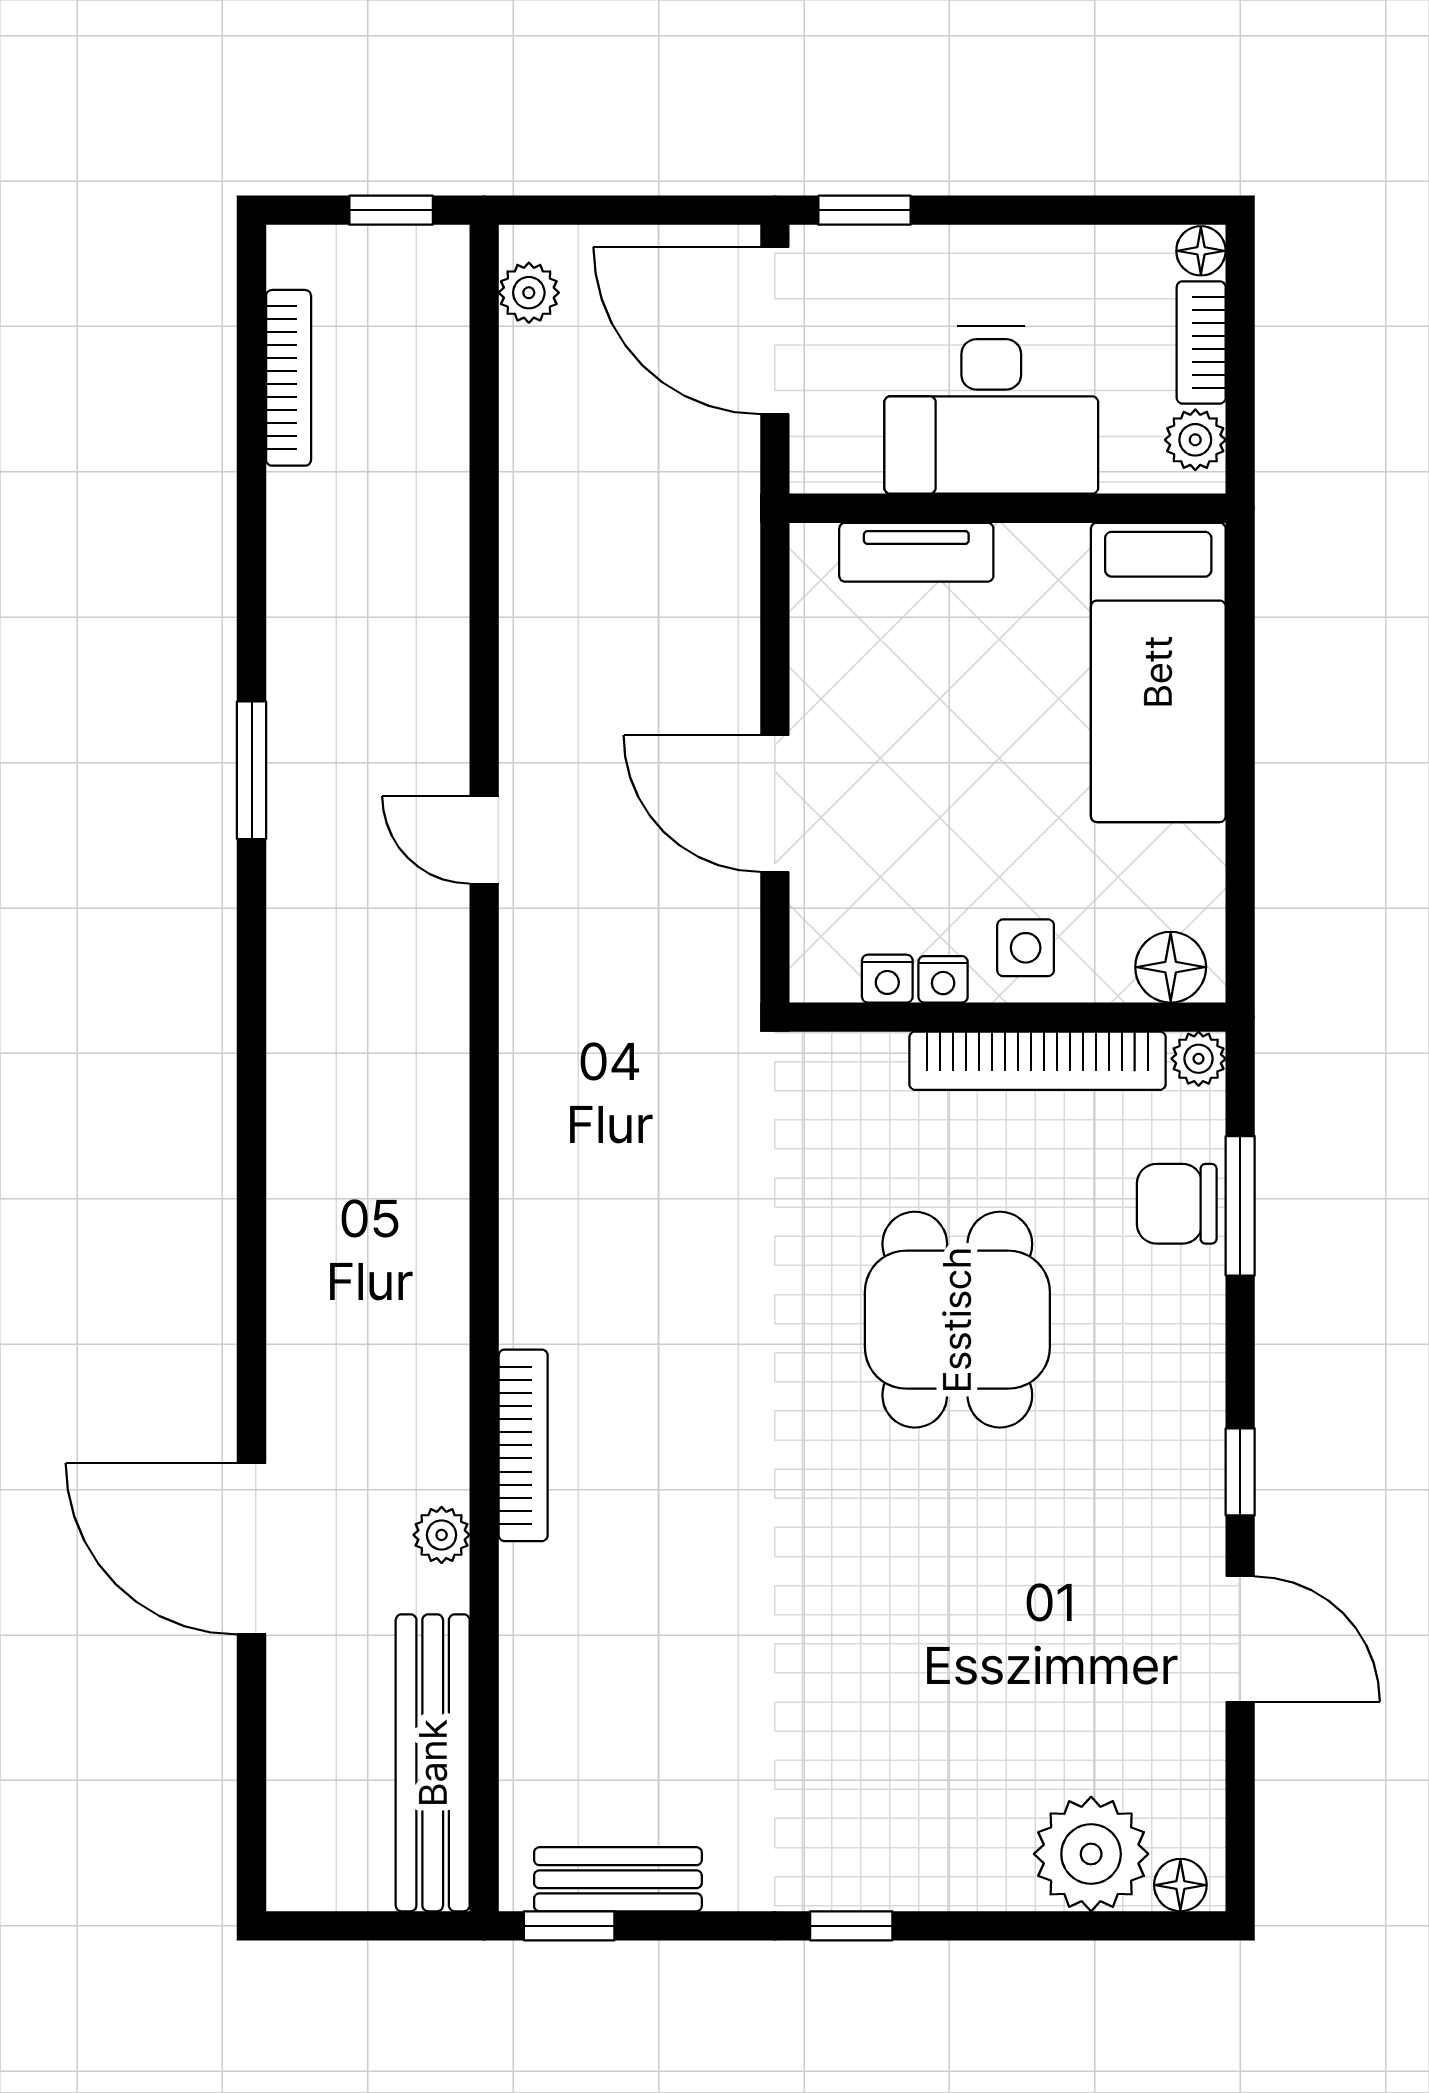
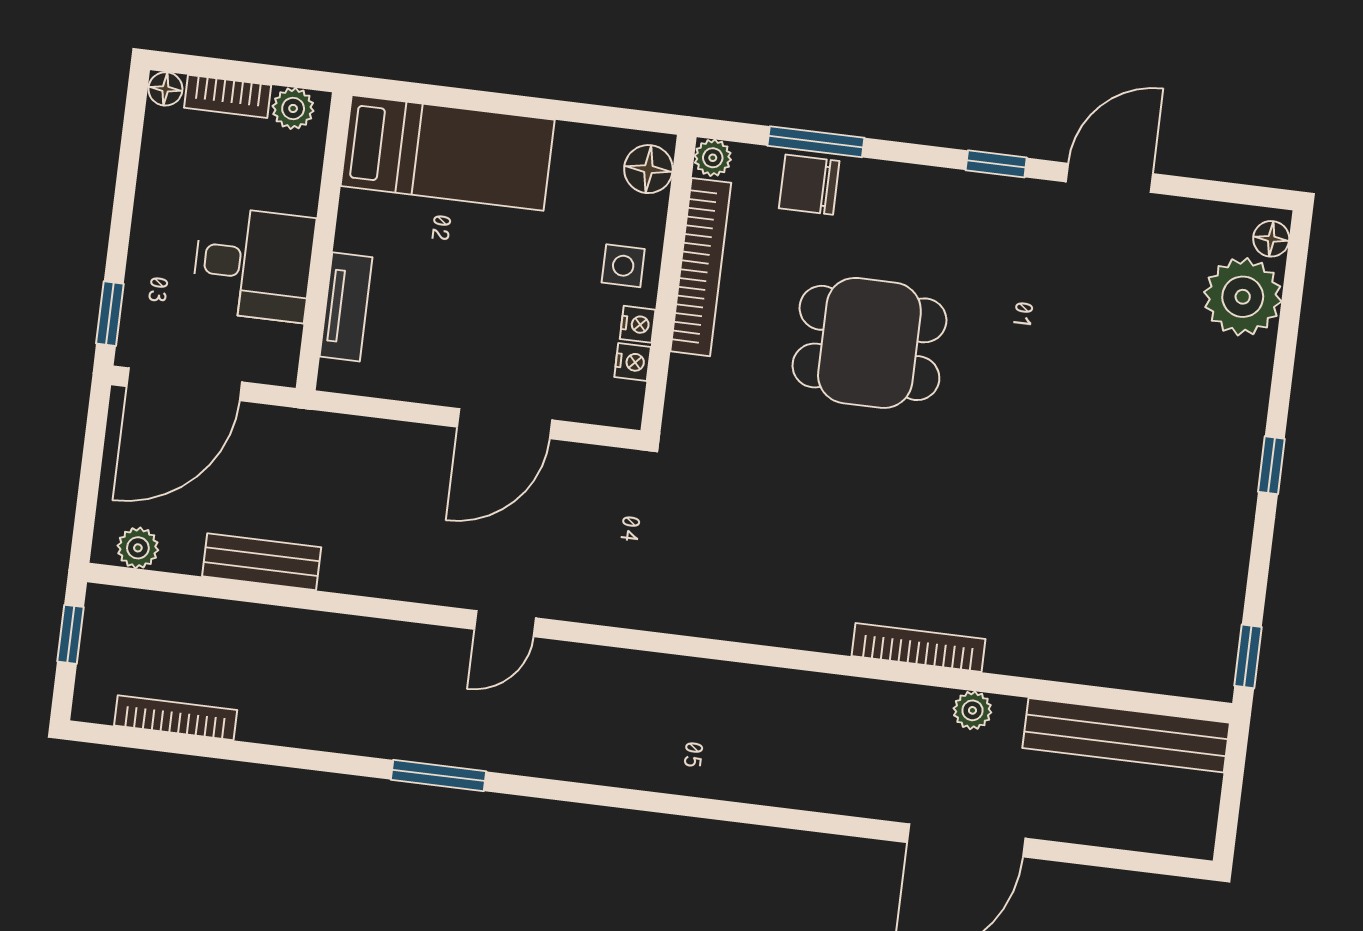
desk: (991, 410) -> (253, 264), width x0.73
chair: (1177, 1204) -> (809, 185), turned 90
bench: (618, 1879) -> (262, 562), moved, turned 90

